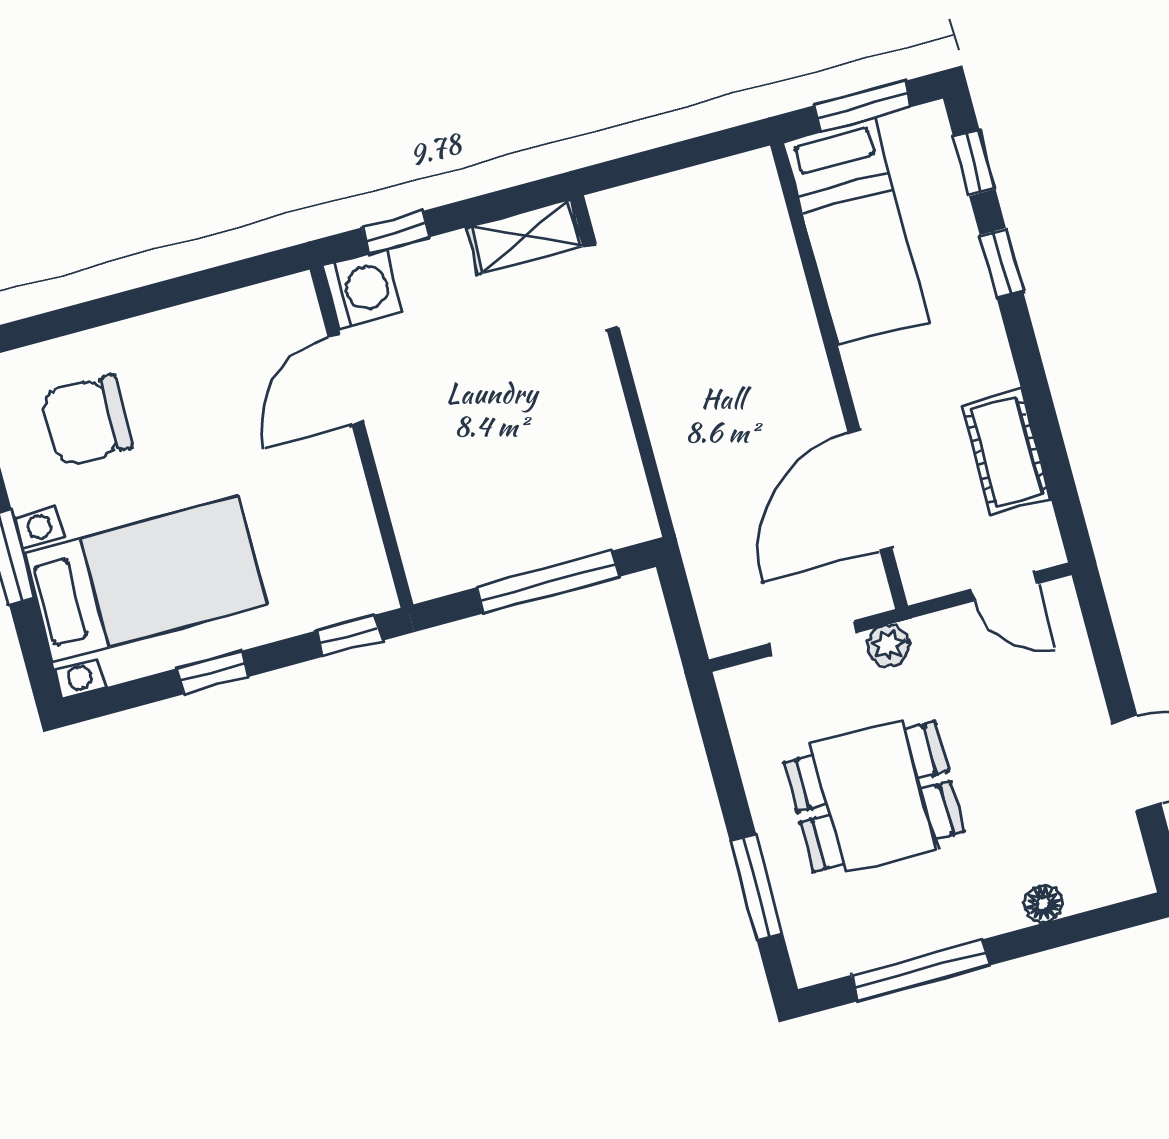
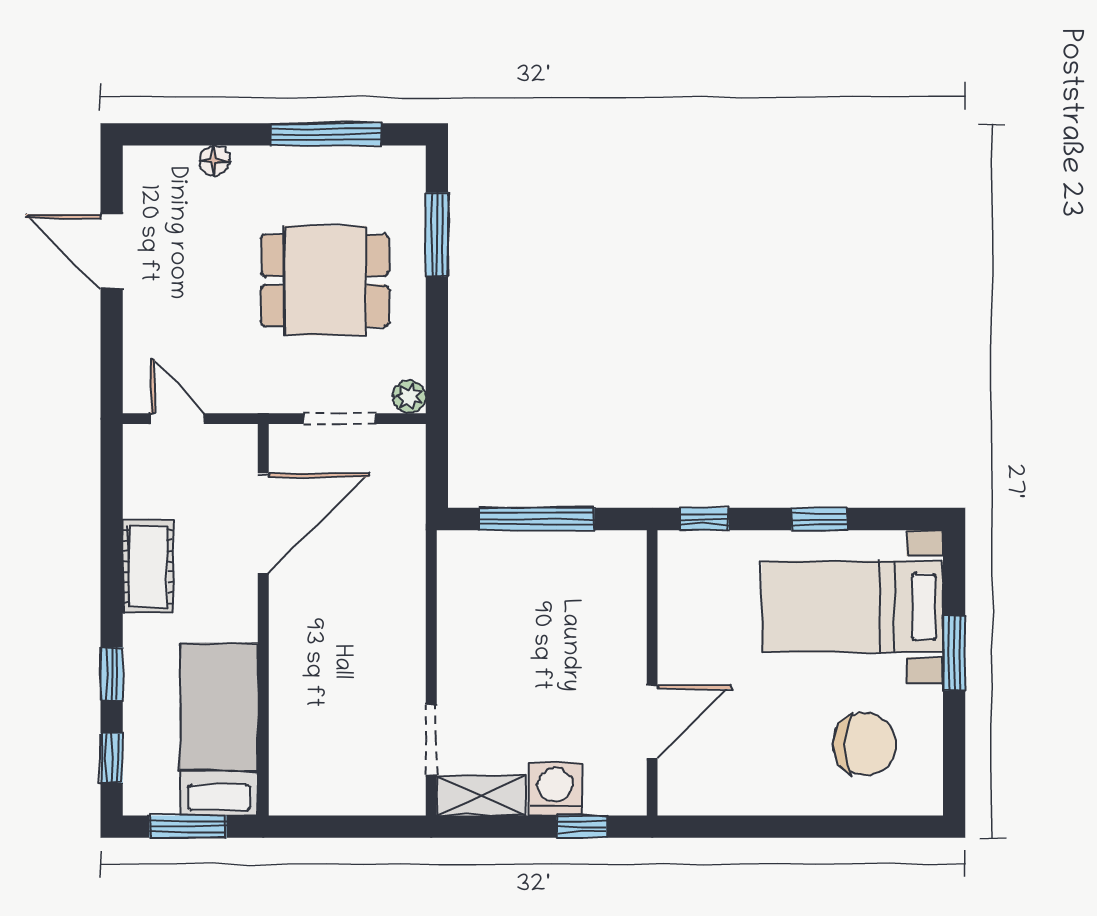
washing machine: (362, 289) -> (555, 789), moved, turned 90
cot: (1006, 452) -> (148, 566), moved
plant: (888, 645) -> (409, 397), moved

